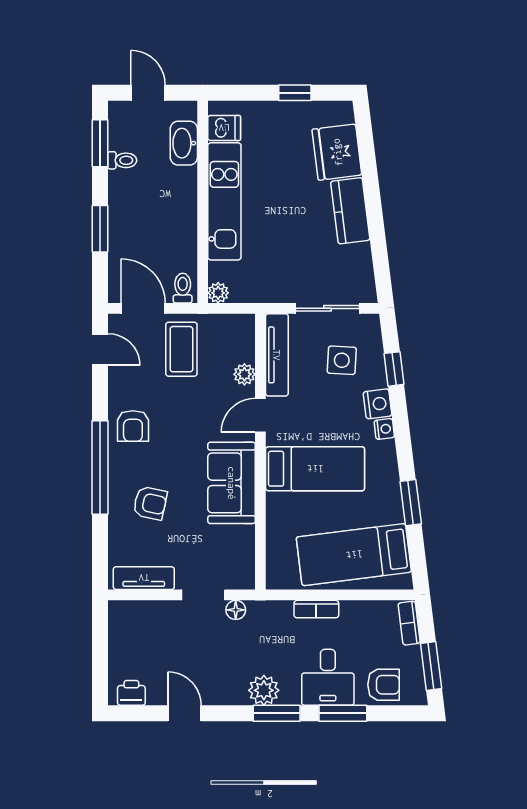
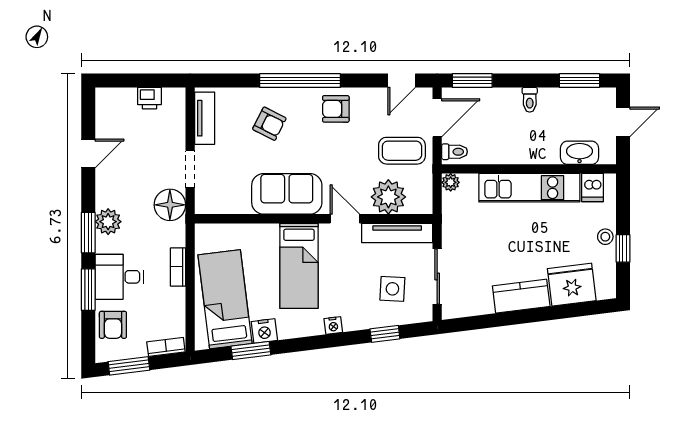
stool: (281, 113) -> (605, 237), added
toilet: (122, 160) -> (530, 100), moved
window: (100, 229) -> (472, 81), moved
plant: (244, 374) -> (388, 197), width x1.87, depth x1.87
nightstand: (378, 404) -> (264, 331), moved
armchair: (150, 503) -> (269, 124), turned -75
window: (411, 503) -> (251, 351), moved
floor lamp: (236, 610) -> (170, 205), width x1.89, depth x1.89
printer: (131, 693) -> (149, 98), moved, turned 90

